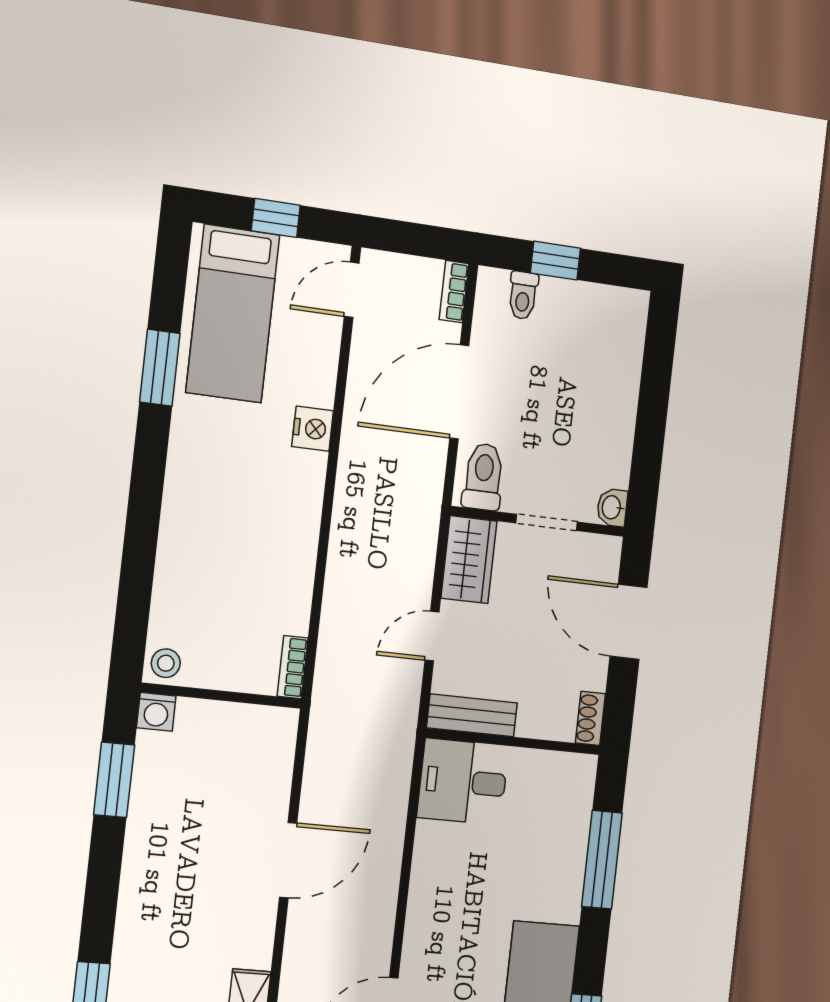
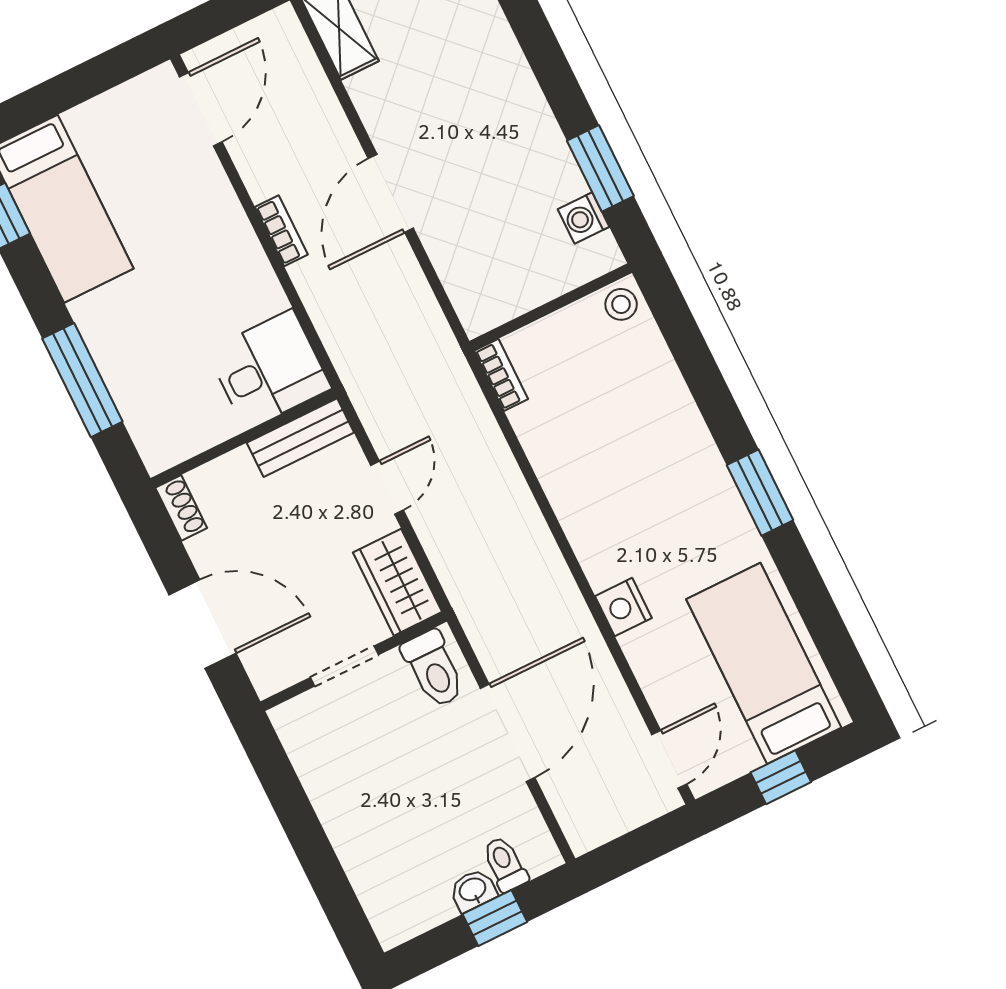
bookcase: (454, 292) -> (281, 231), moved
window: (160, 368) -> (760, 493), moved
washbasin: (612, 507) -> (473, 890), moved, turned -90
washing machine: (156, 712) -> (583, 218), moved, turned -90

